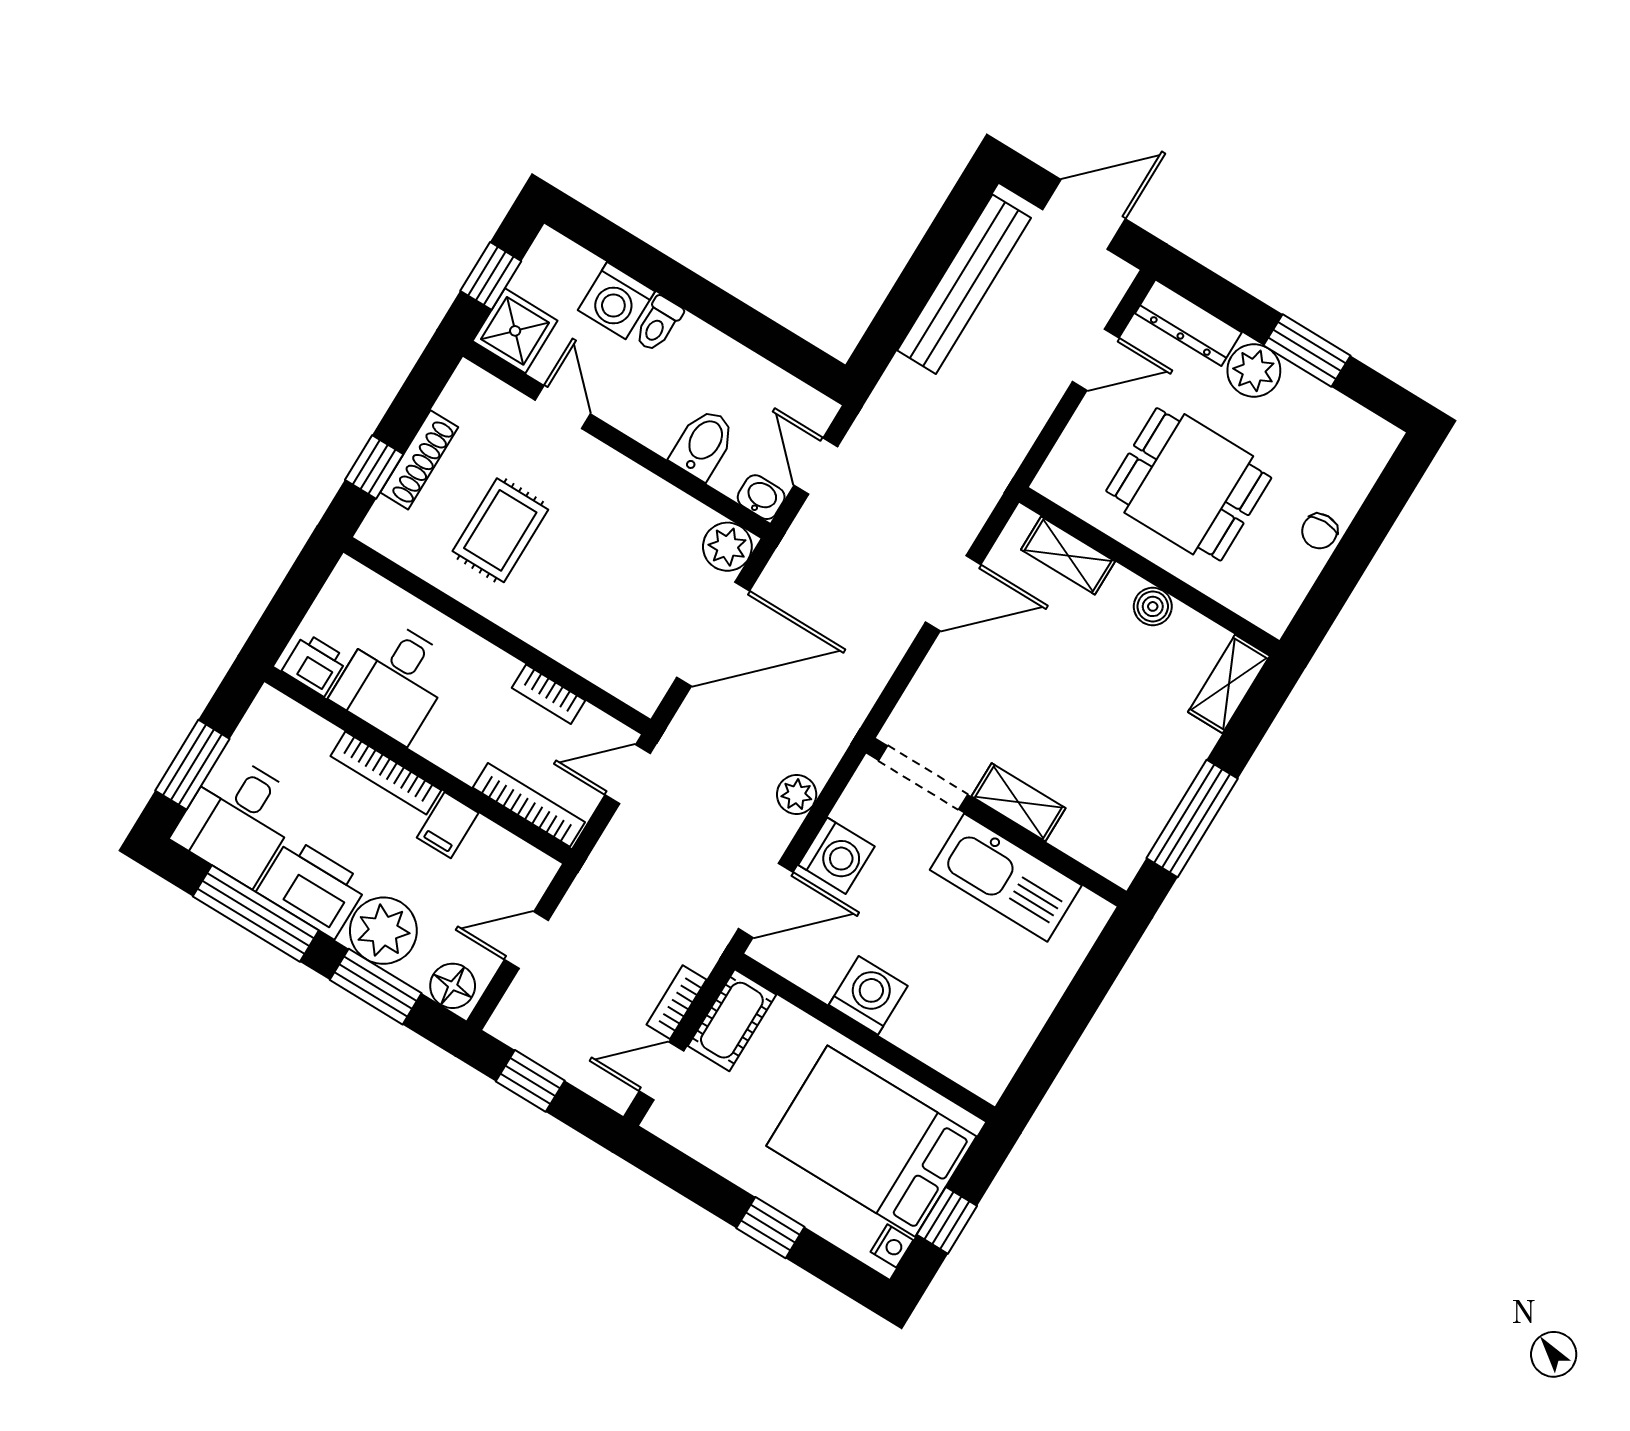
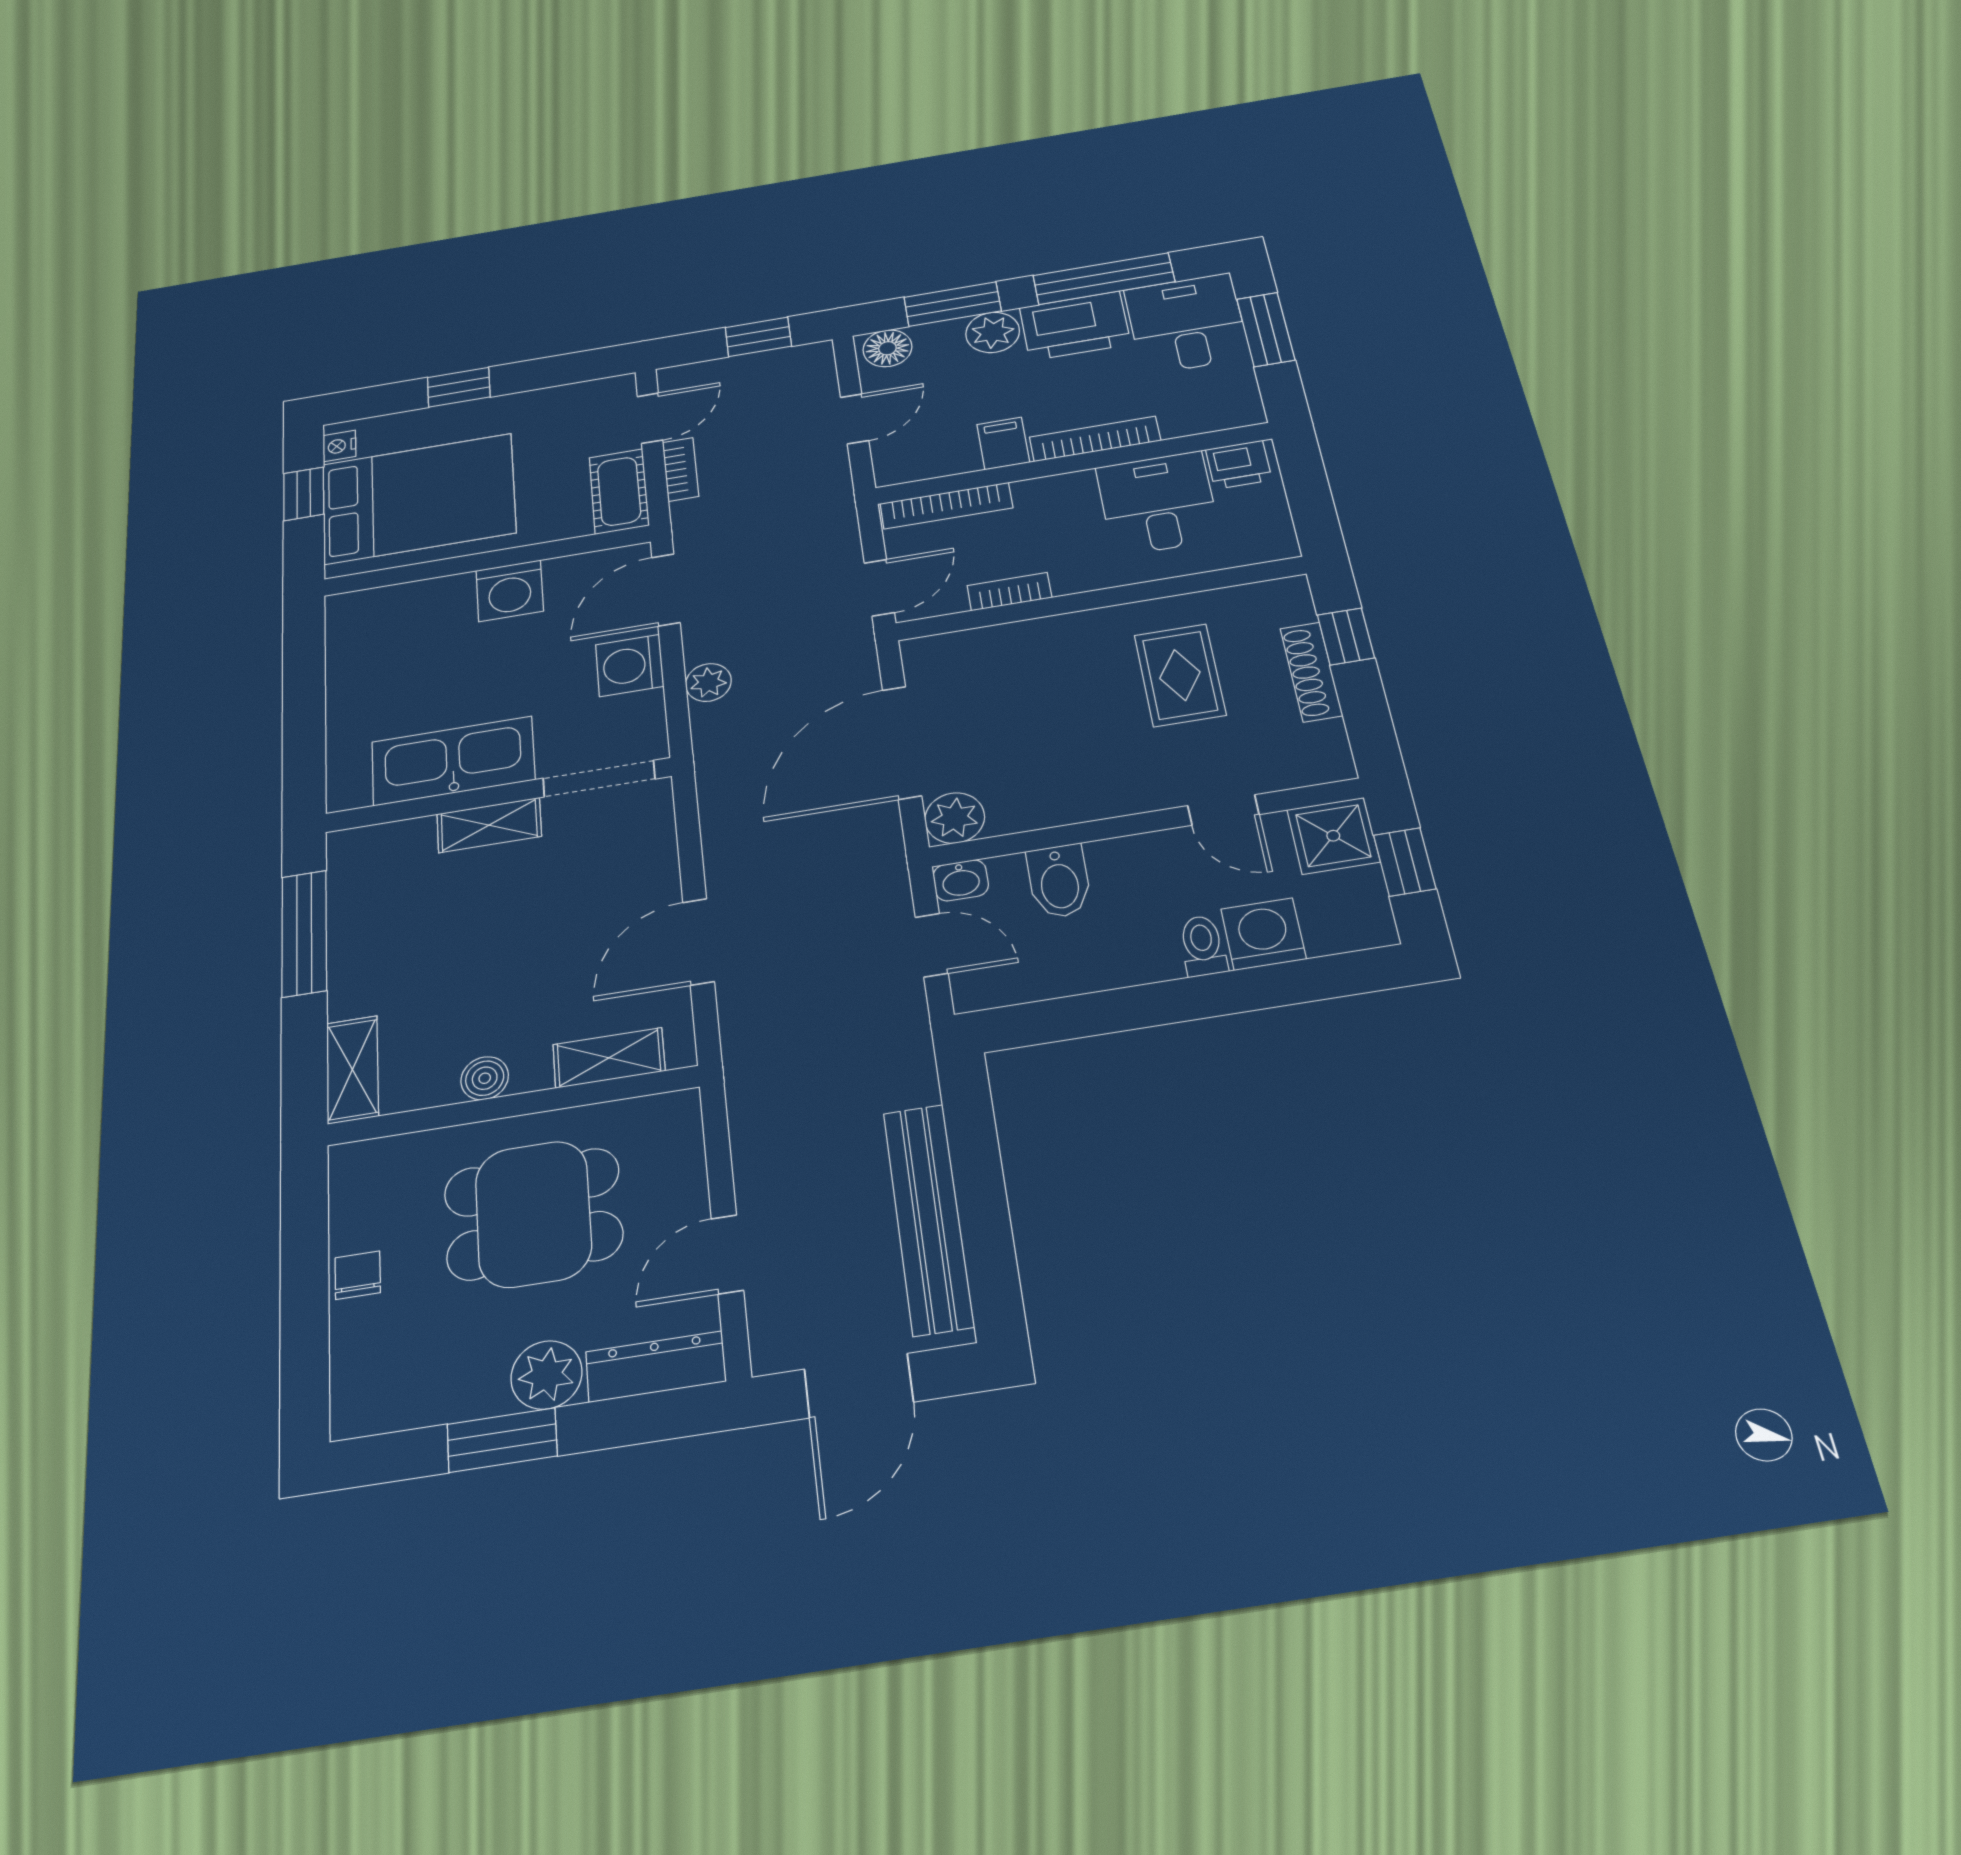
plant: (383, 931) -> (993, 332), width x0.73, depth x0.73

